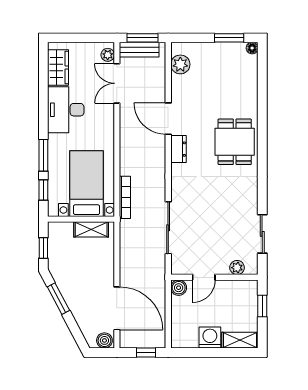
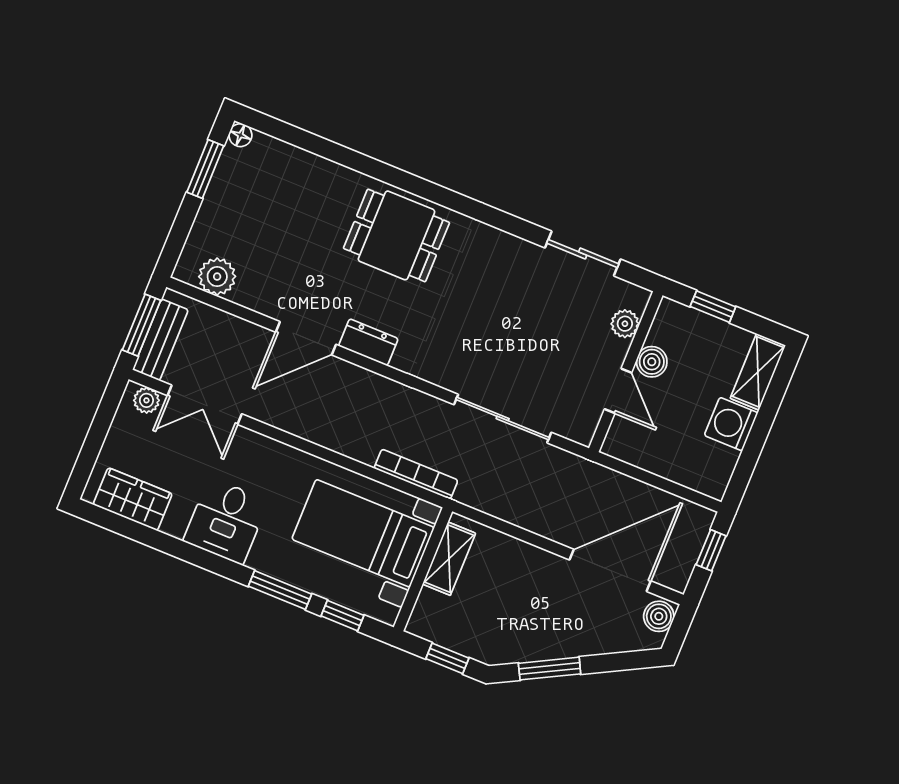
desk: (66, 110) -> (226, 521), width x0.73
boiler: (179, 288) -> (652, 362), moved

